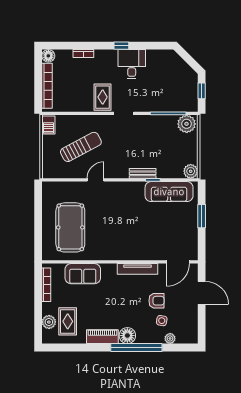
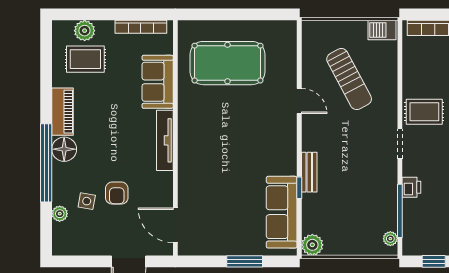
printer: (153, 106) -> (411, 187), added
plant: (187, 124) -> (390, 239), width x0.53, depth x0.53
tv unit: (138, 269) -> (165, 140), moved

